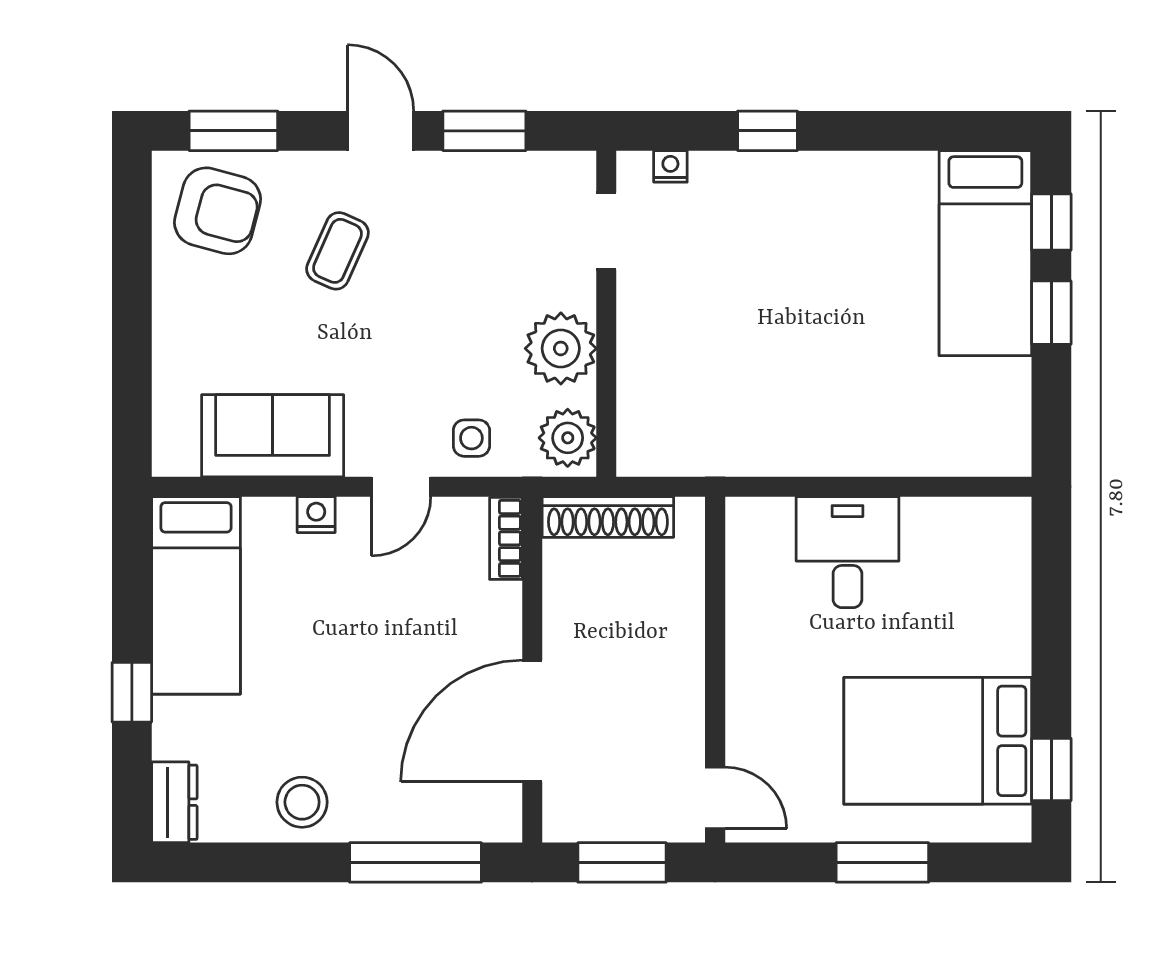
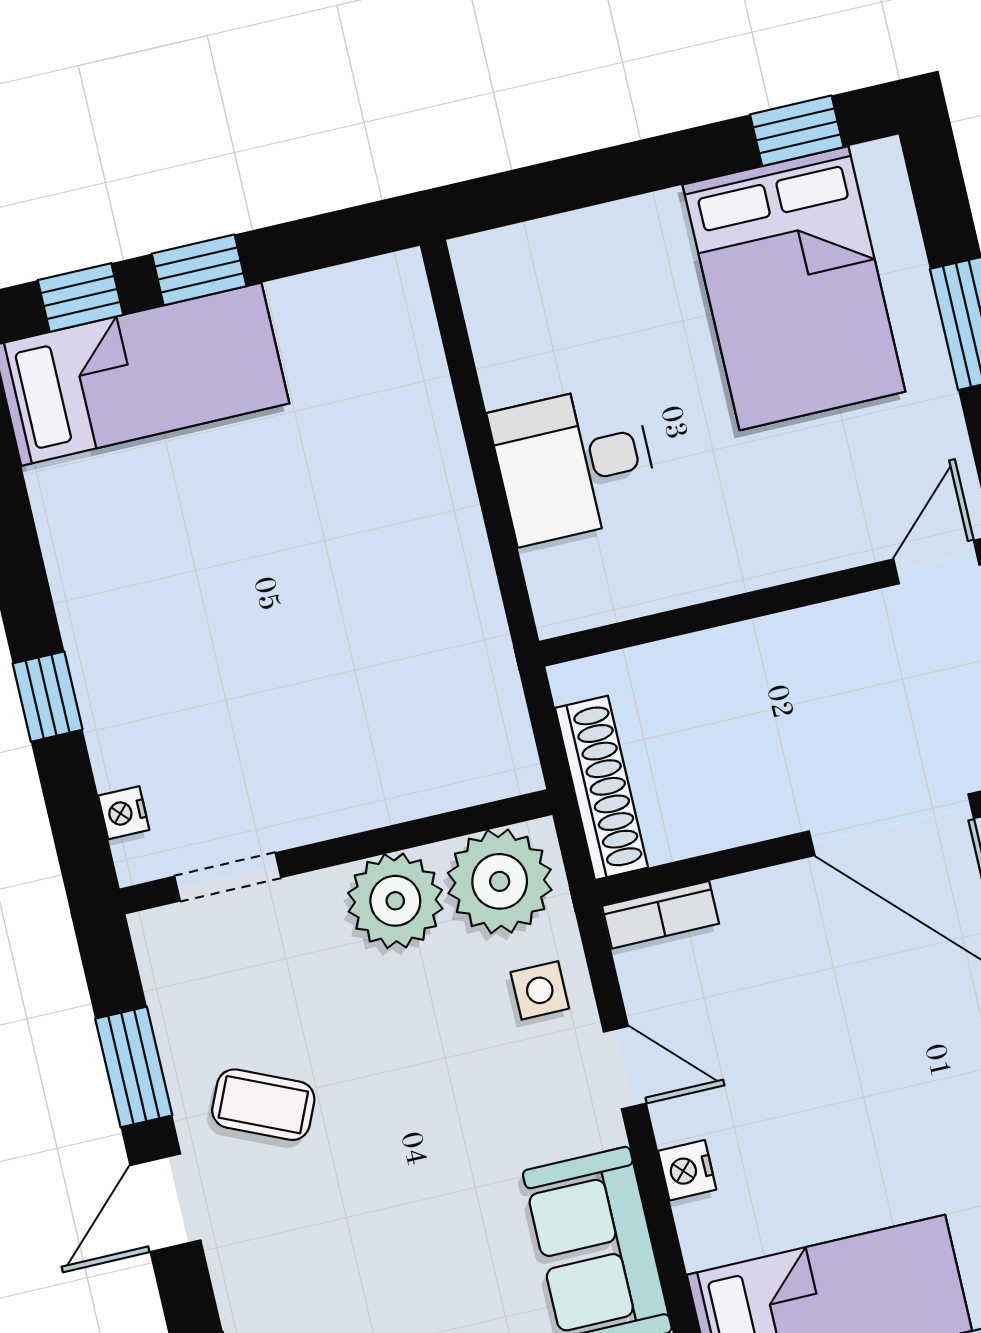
coffee table: (337, 251) -> (263, 1105), moved
plant: (568, 438) -> (500, 881), width x1.36, depth x1.36

